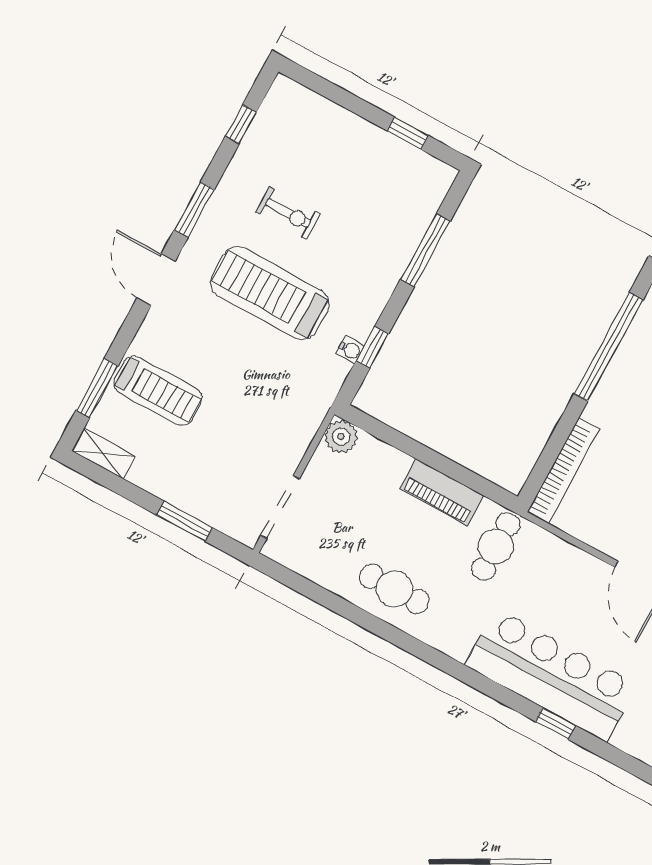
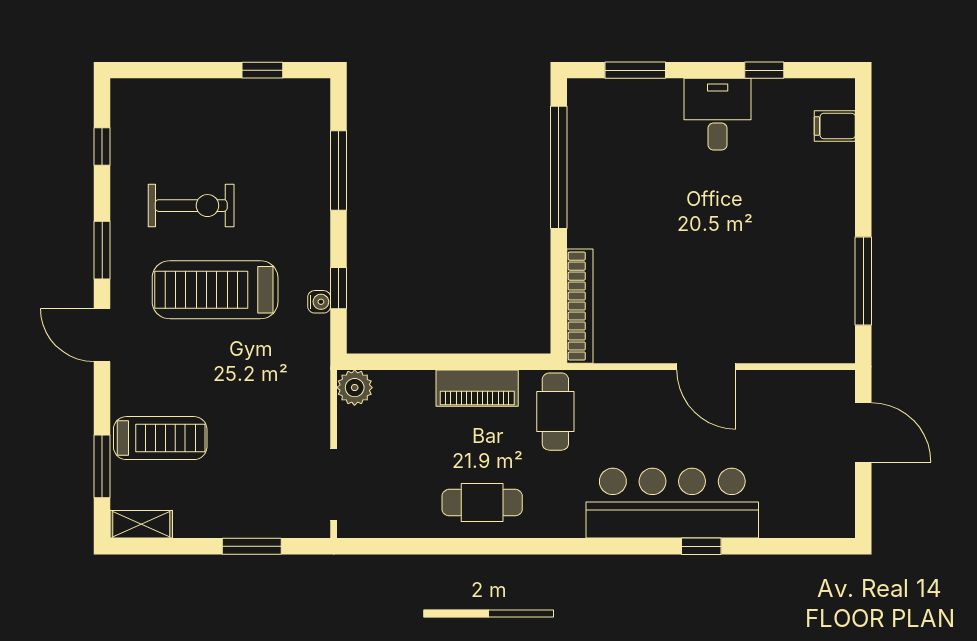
exercise bike: (288, 213) -> (191, 206), width x1.38, depth x1.39

